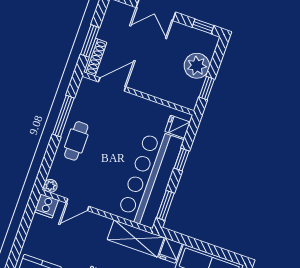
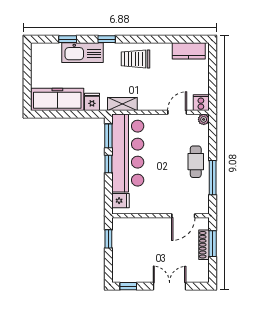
shoe rack: (95, 57) -> (204, 245), moved
plant: (197, 66) -> (122, 254), removed
window: (182, 160) -> (108, 164), moved
shelving: (136, 239) -> (122, 104), width x0.67, depth x0.75

